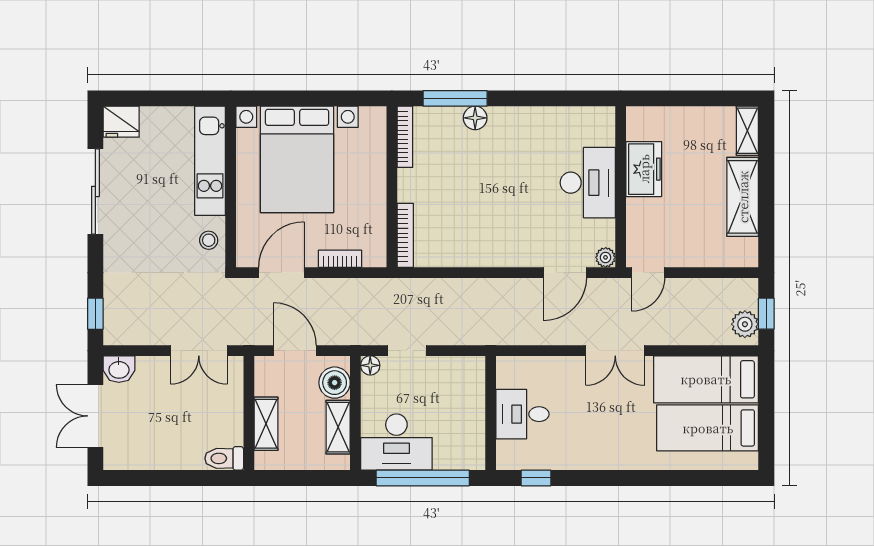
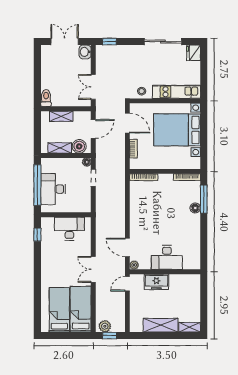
freezer: (644, 169) -> (156, 282), moved
door: (648, 273) -> (127, 284), hinge flipped
desk: (522, 414) -> (69, 229), width x1.37
desk: (396, 442) -> (53, 189), moved

